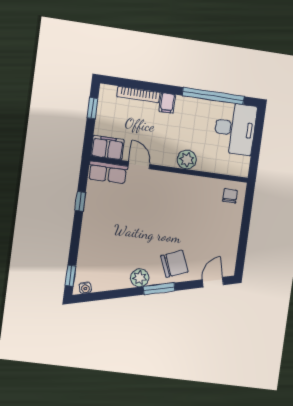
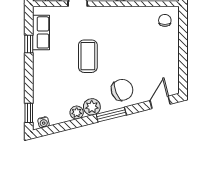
row of seats: (108, 172) -> (41, 32), moved, turned -90
coffee table: (143, 223) -> (88, 56), added
plant: (122, 282) -> (77, 113), added

